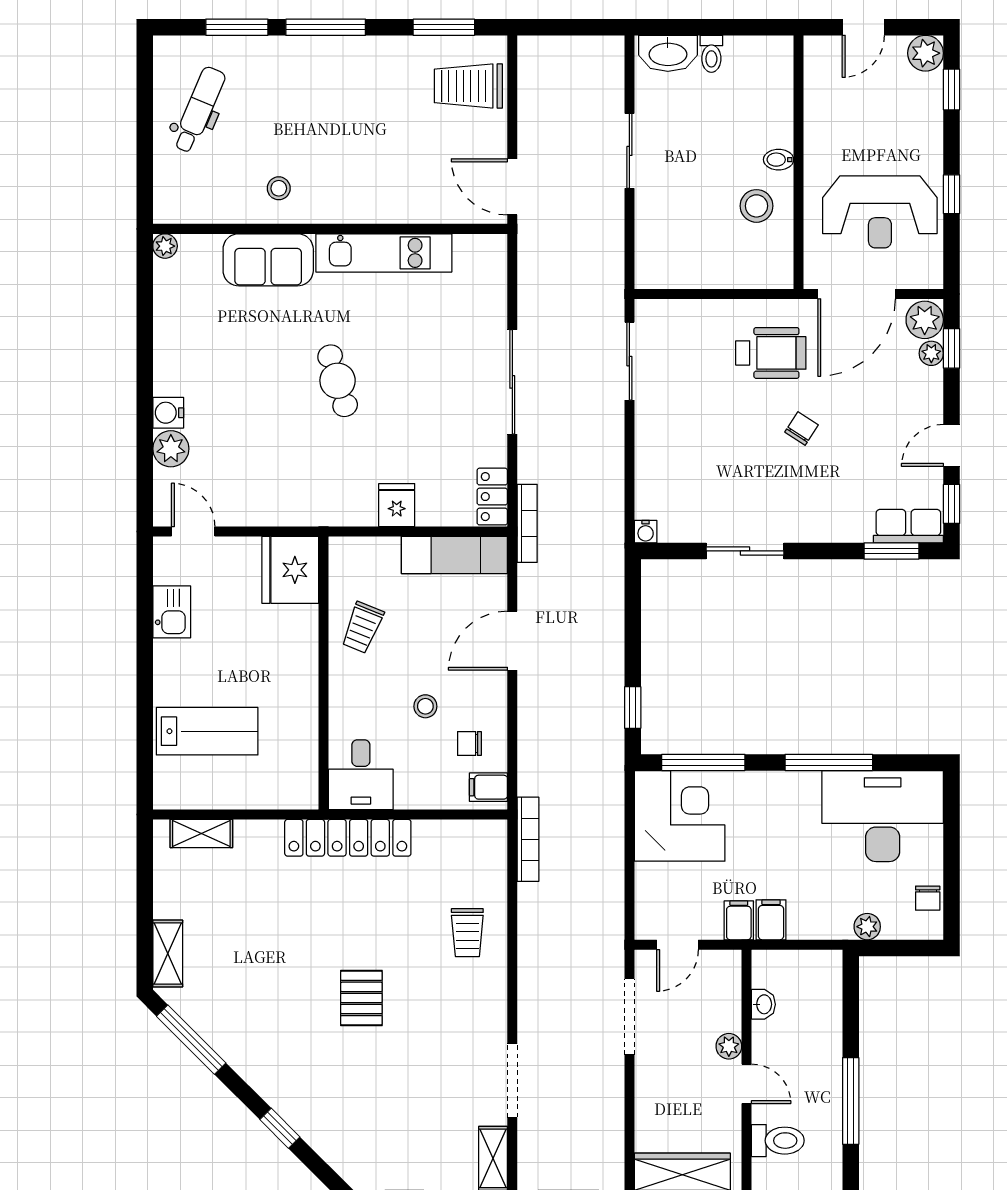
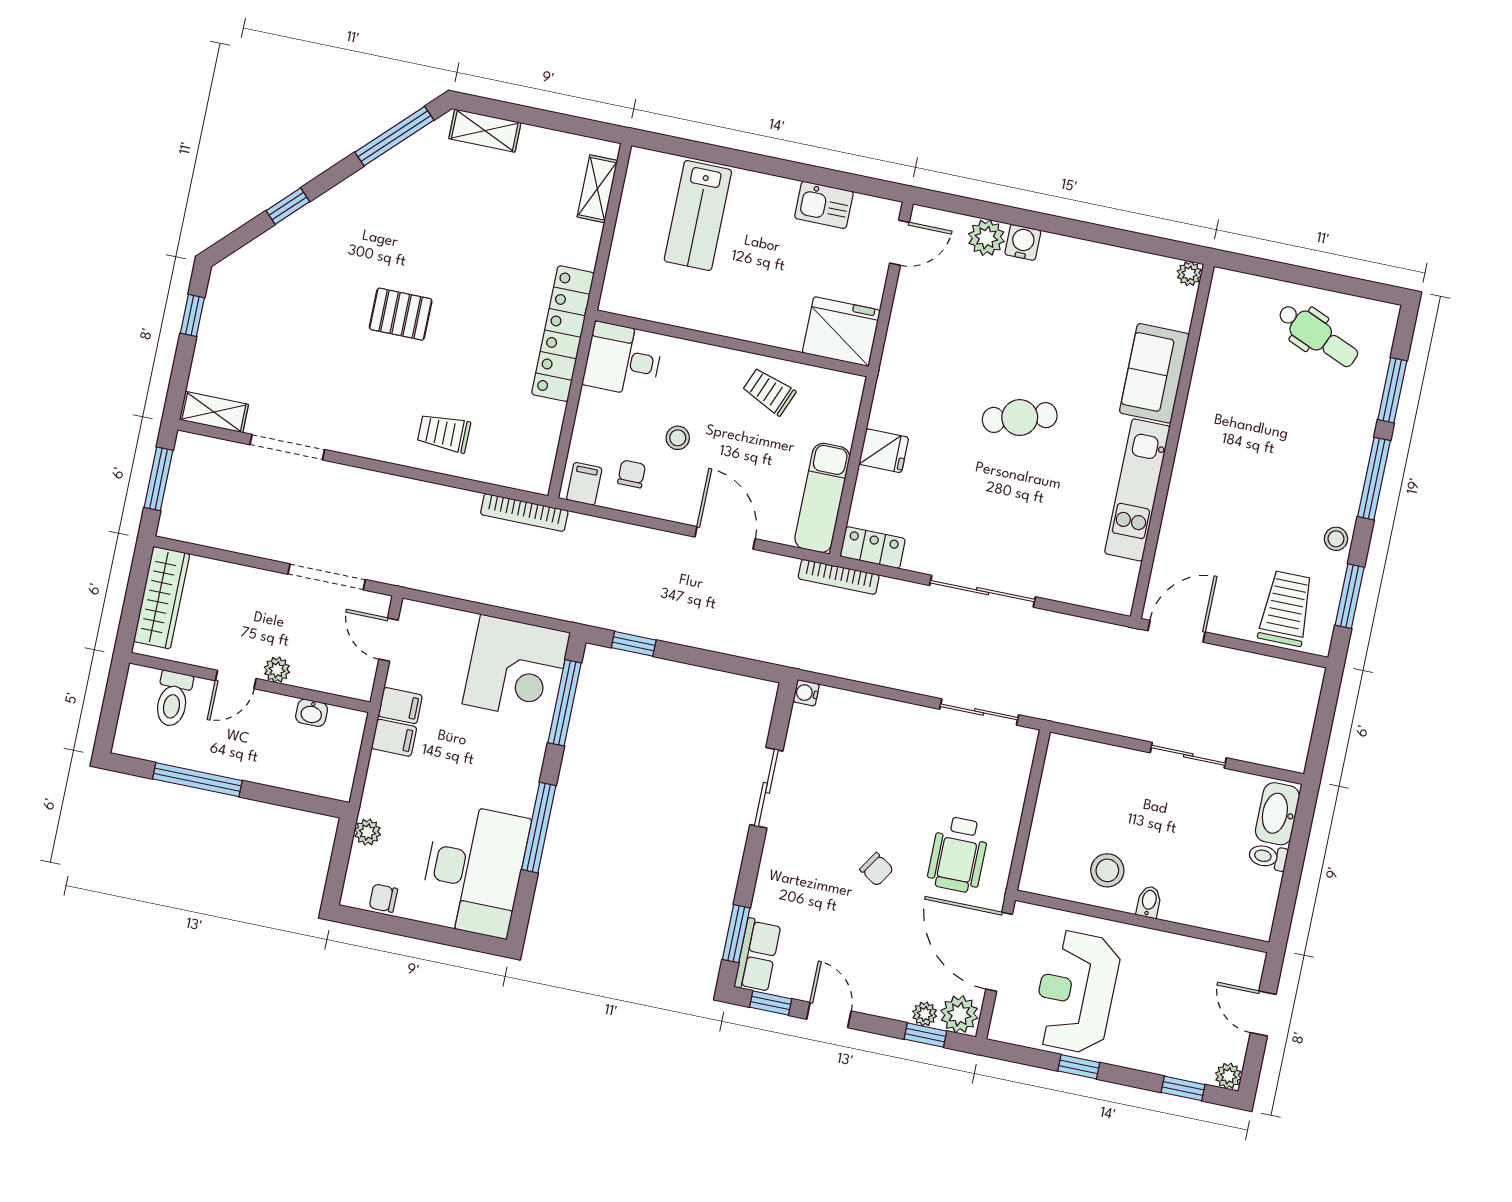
plant: (926, 53) -> (1228, 1076), width x0.73, depth x0.73
stool: (279, 188) -> (1336, 539), moved

